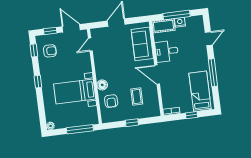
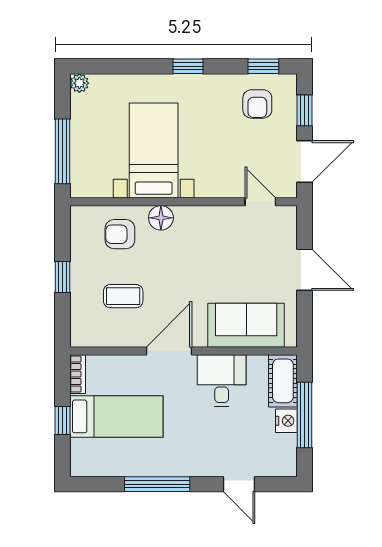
bed: (200, 91) -> (116, 416), moved

